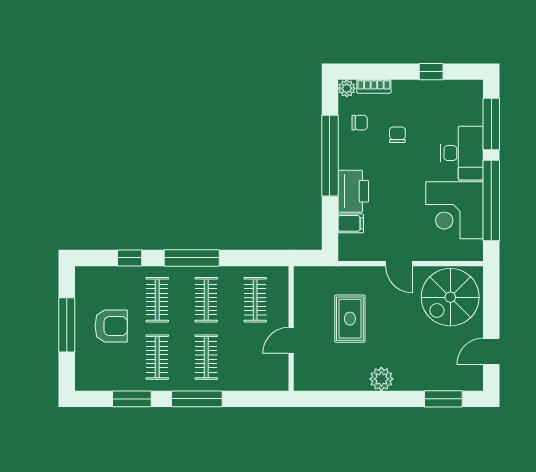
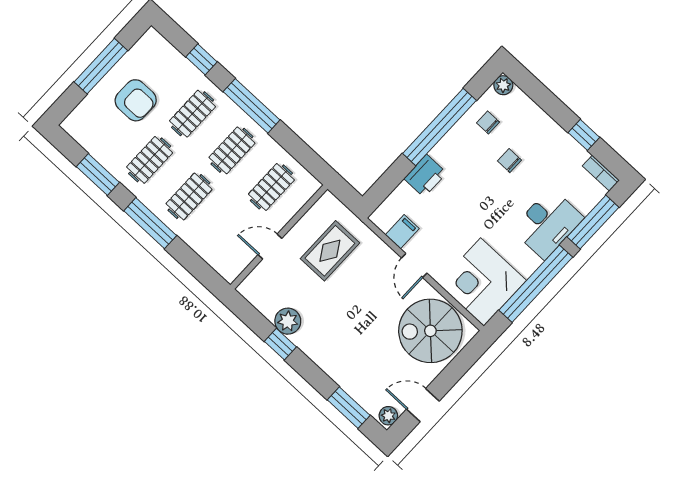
bookcase: (374, 87) -> (601, 173), moved
chair: (360, 123) -> (488, 122), turned 180
chair: (397, 135) -> (509, 161), turned -90
printer: (353, 191) -> (425, 176), width x0.73, depth x0.84
corner desk: (455, 210) -> (482, 282), moved
filing cabinet: (351, 223) -> (402, 232), moved, turned -90
rug: (350, 319) -> (330, 251), moved
plant: (381, 379) -> (288, 321), moved
plant: (475, 380) -> (388, 416), added
window: (359, 399) -> (280, 344), added

